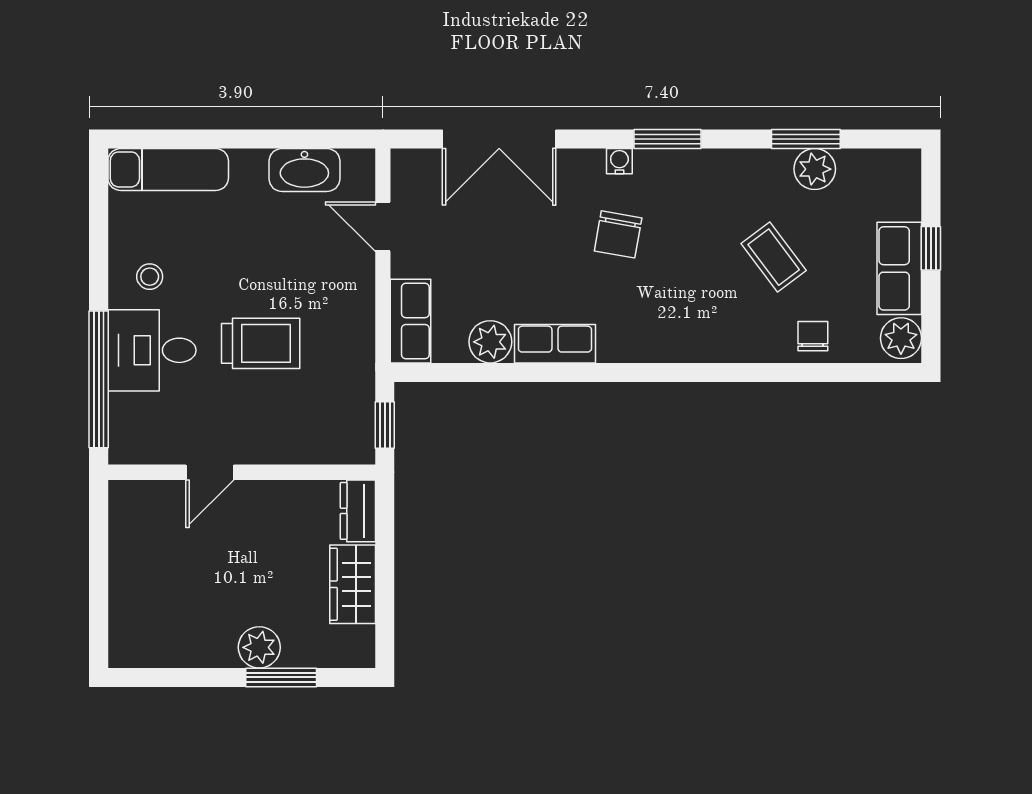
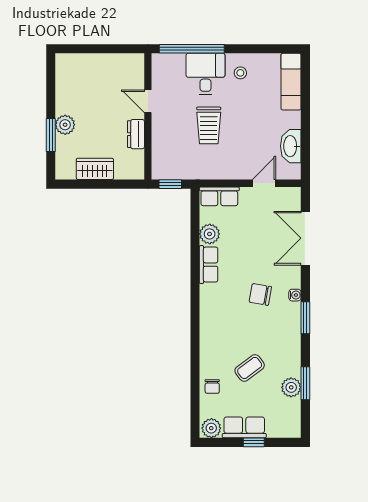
chair: (813, 336) -> (212, 386), turned 90
dresser: (358, 511) -> (136, 134), moved, turned -90

